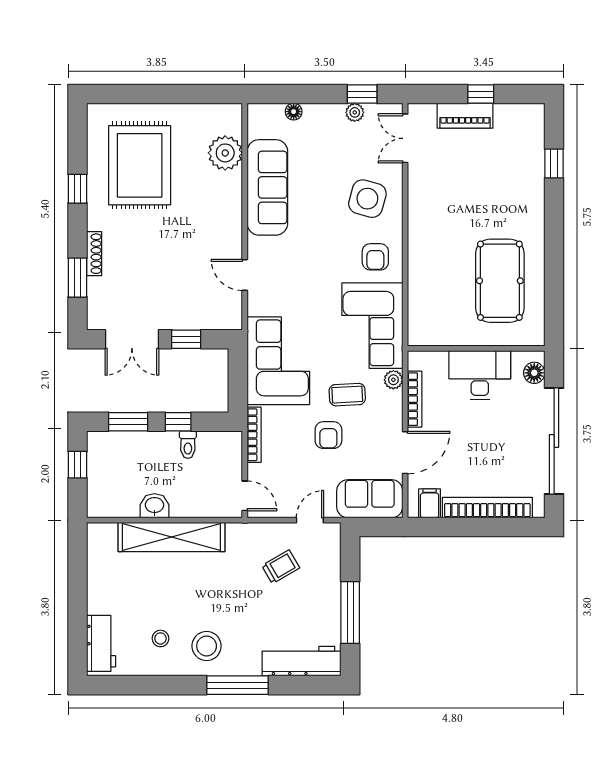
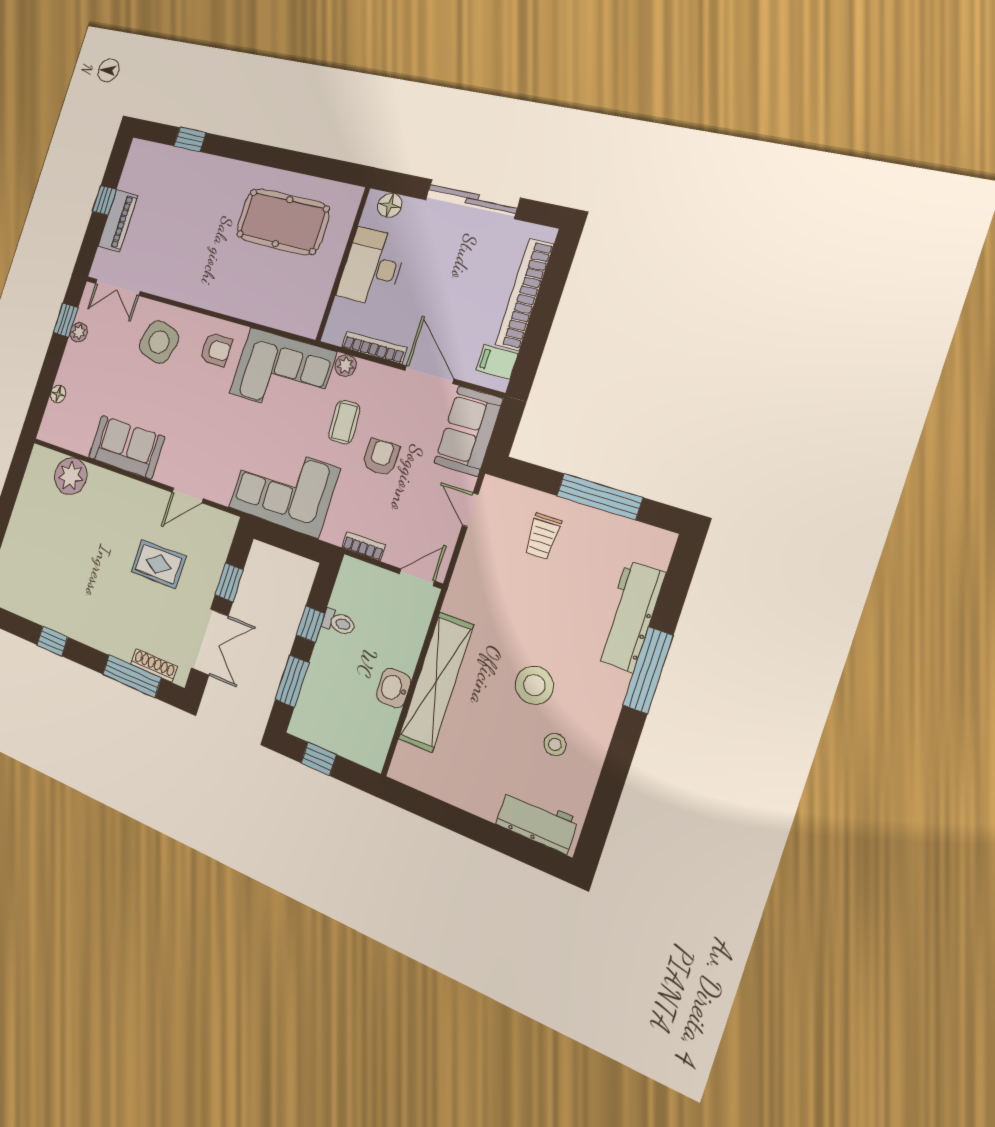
rug: (140, 165) -> (158, 564), moved, width x0.54, depth x0.49
sofa: (267, 187) -> (126, 447), width x0.73
shoe rack: (94, 254) -> (154, 665), moved
window: (78, 278) -> (132, 676), width x1.44
bookcase: (254, 435) -> (364, 546), width x0.64
armchair: (328, 435) -> (381, 457), turned -90
sliding door: (554, 441) -> (472, 199), width x0.73
trolley: (281, 567) -> (542, 536), moved, turned -150
stool: (207, 646) -> (534, 685), moved
workbench: (302, 661) -> (630, 616), moved

